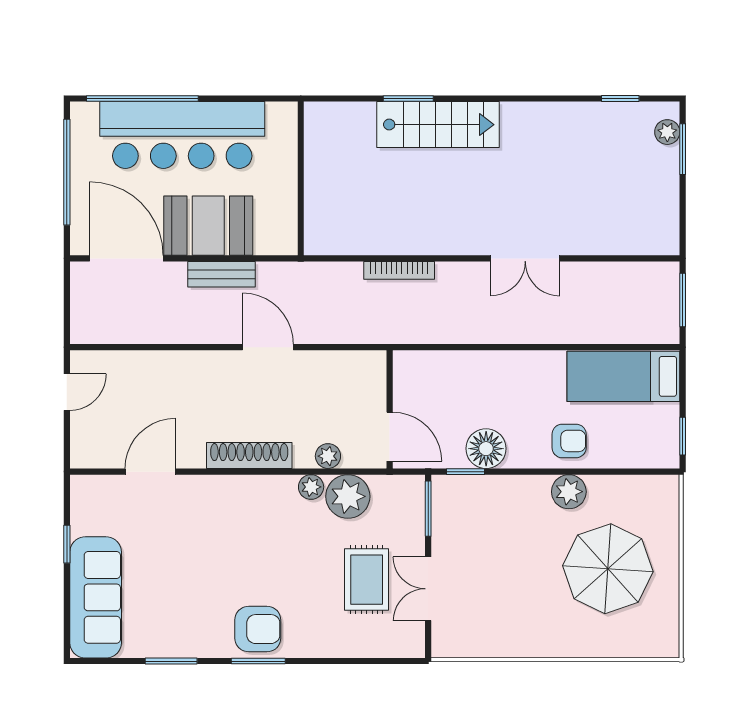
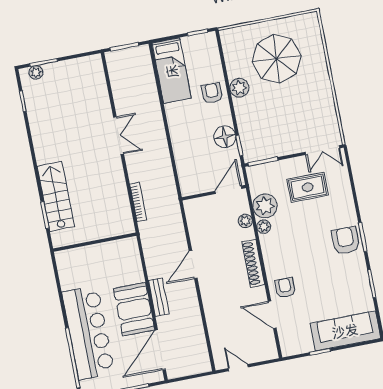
wall: (301, 178) -> (95, 242), moved
armchair: (194, 504) -> (285, 288), added
double door: (428, 589) -> (322, 150), moved

